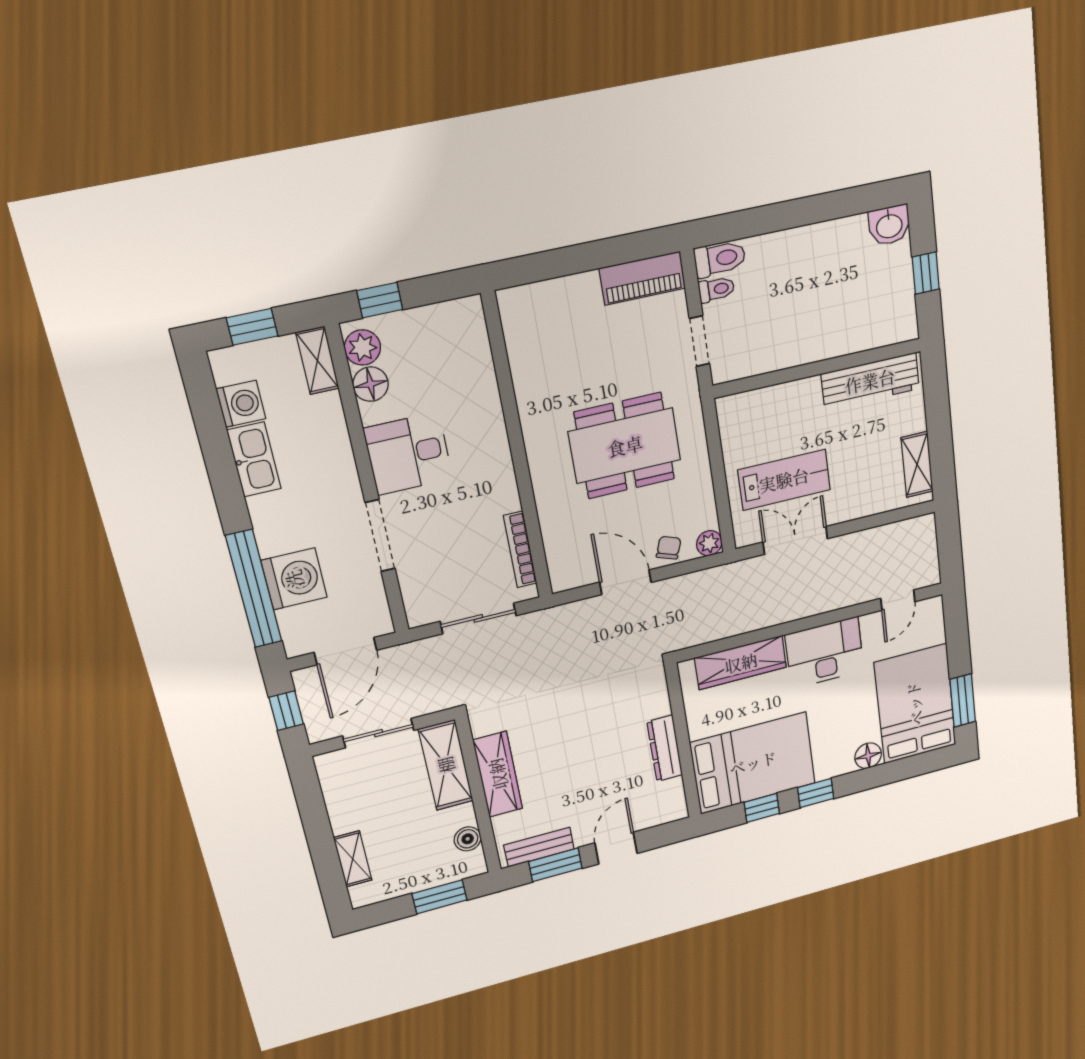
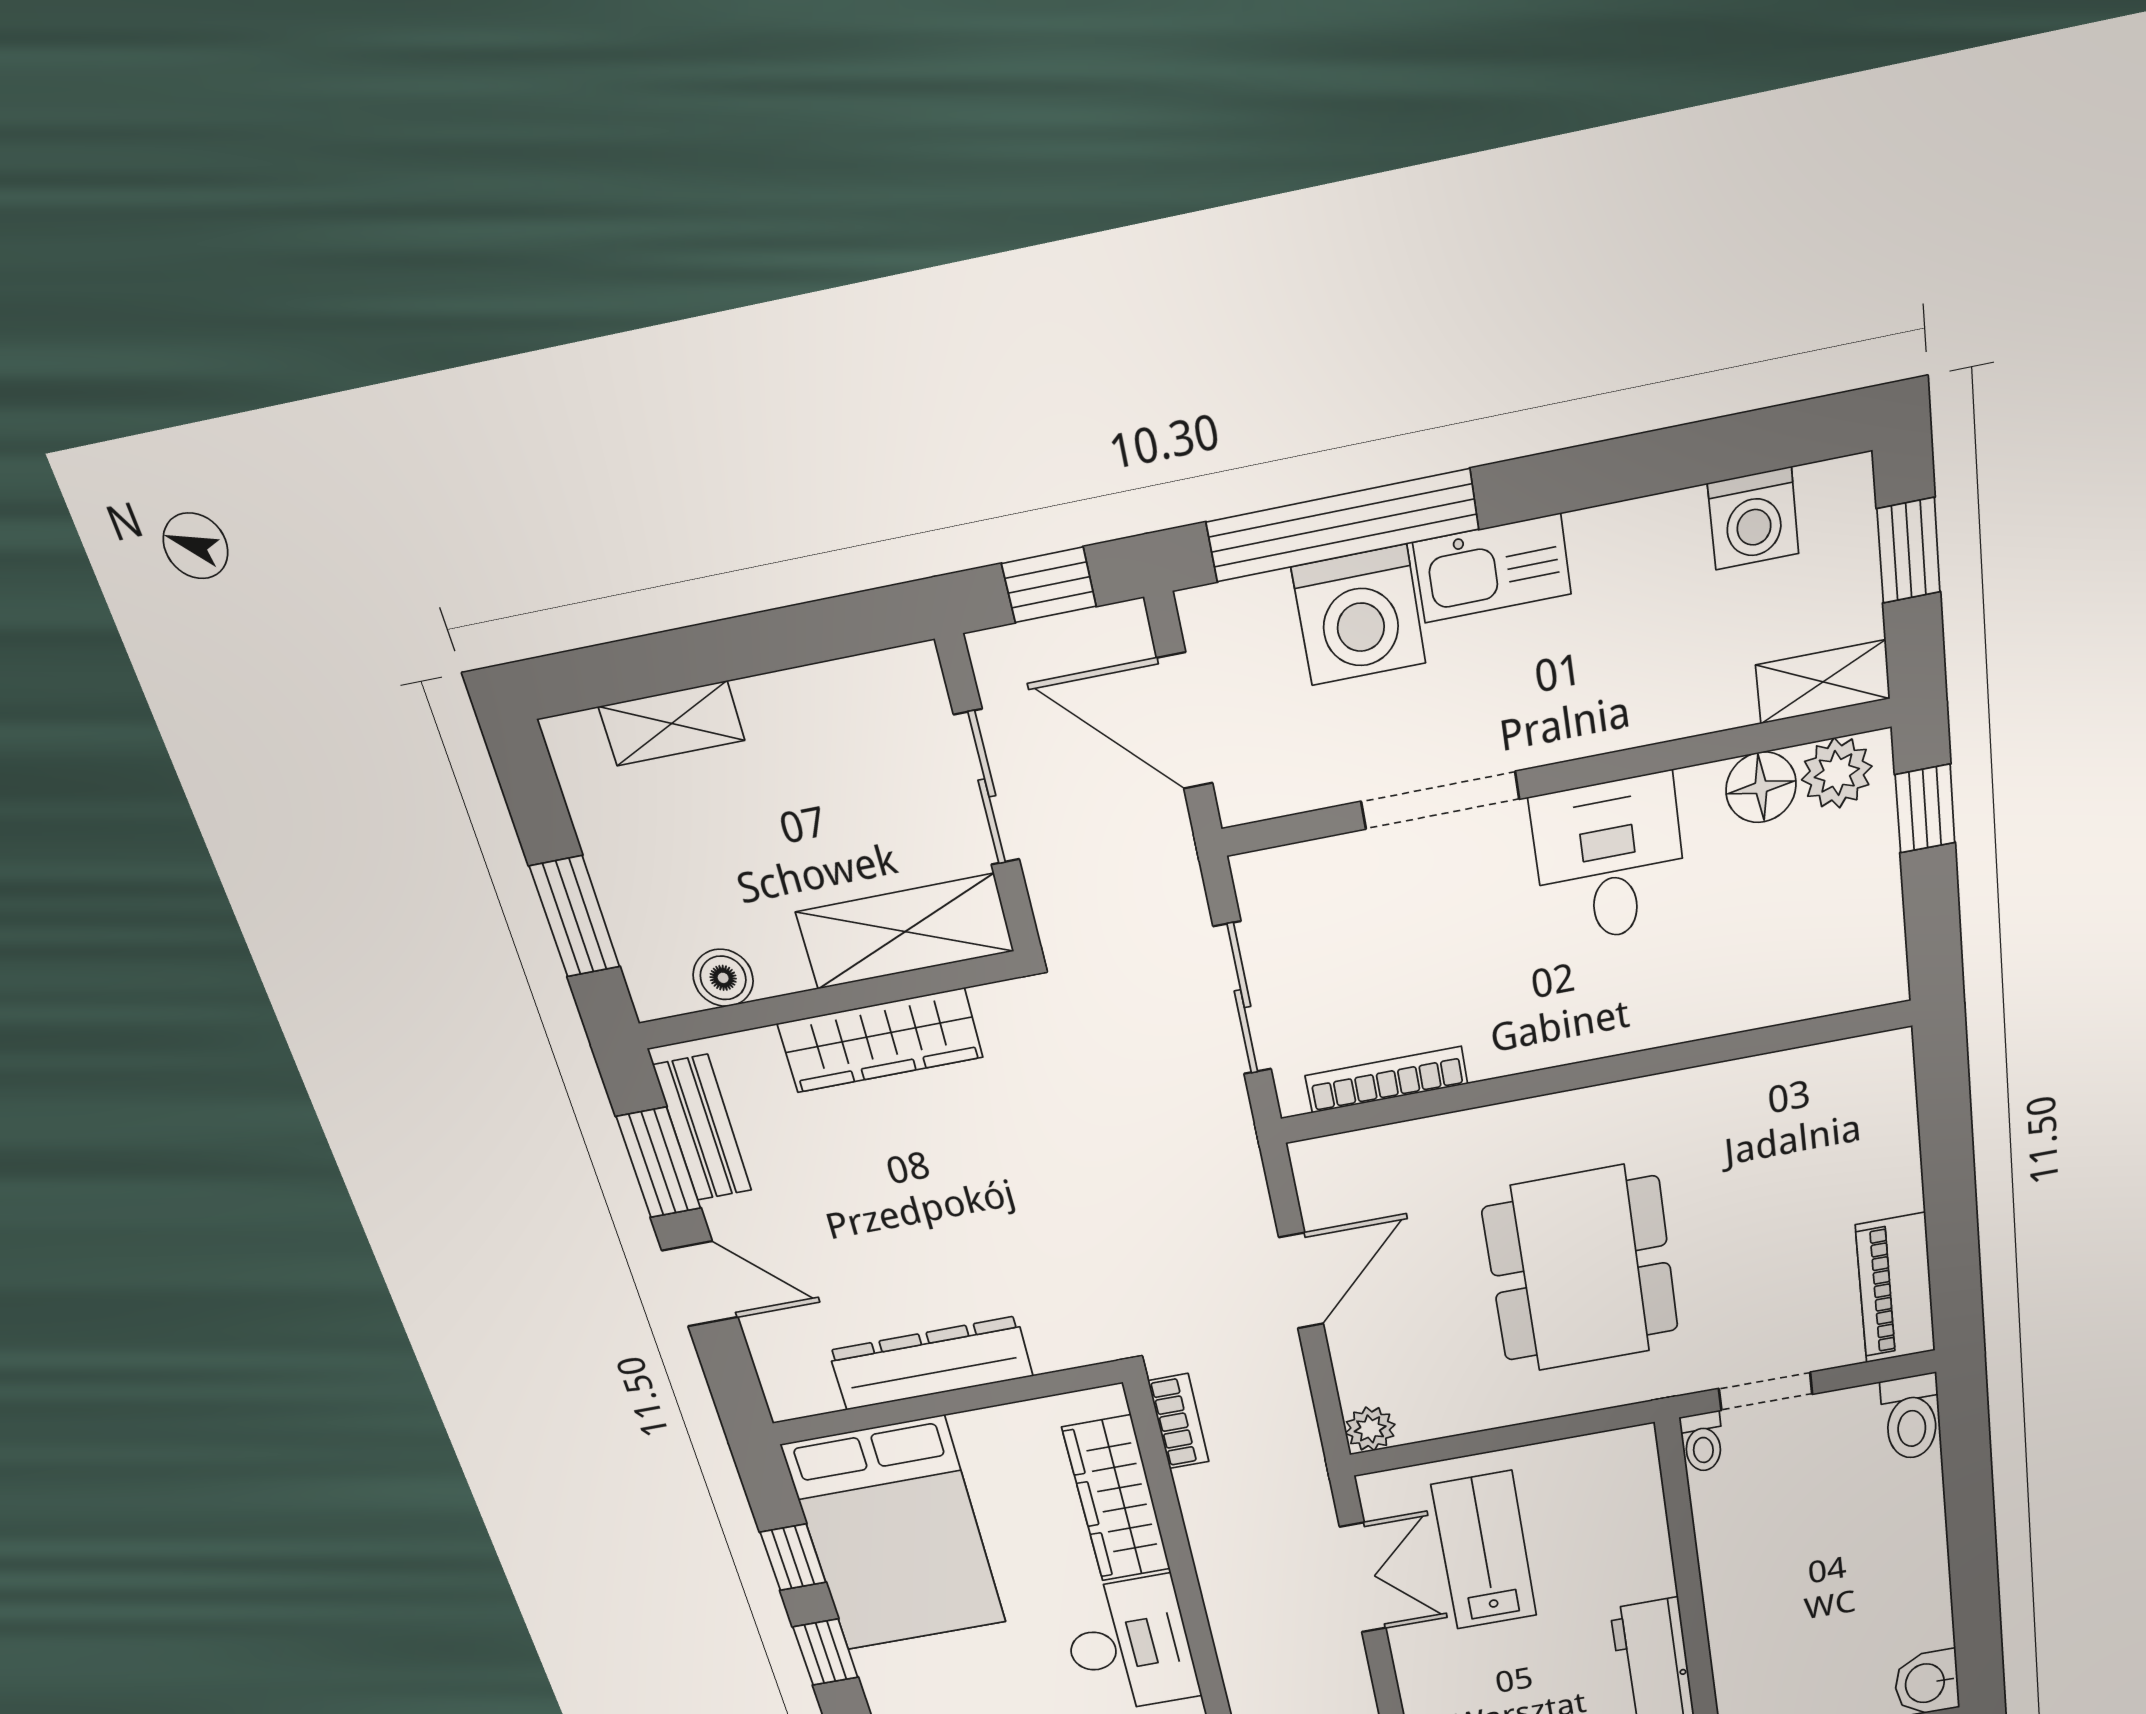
toilet: (716, 289) -> (1702, 1442), moved
kitchen sink: (254, 459) -> (1492, 568), moved
lab bench: (784, 480) -> (1484, 1551), turned 180
chair: (669, 548) -> (1367, 1357), removed
bookcase: (699, 636) -> (1179, 1421), added
dresser: (665, 748) -> (931, 1363), width x1.37, depth x1.24

